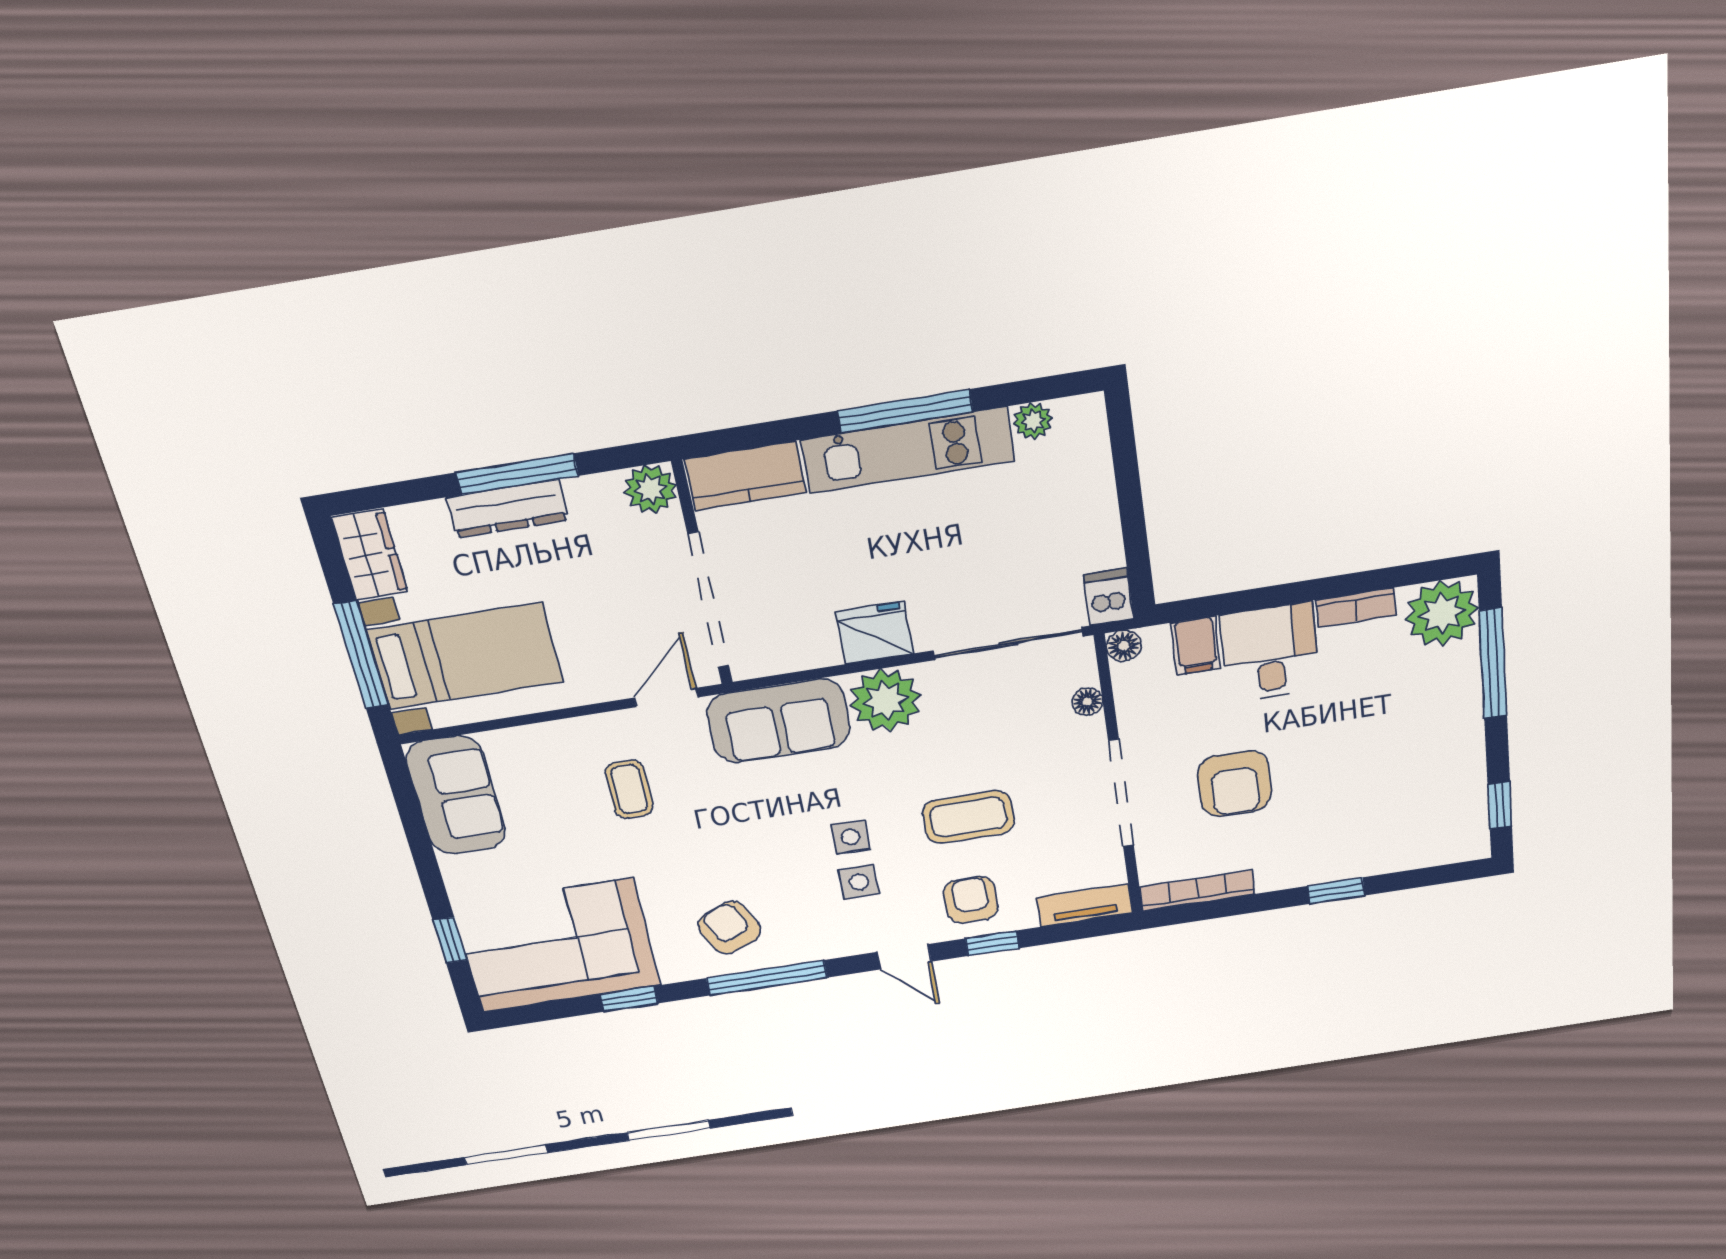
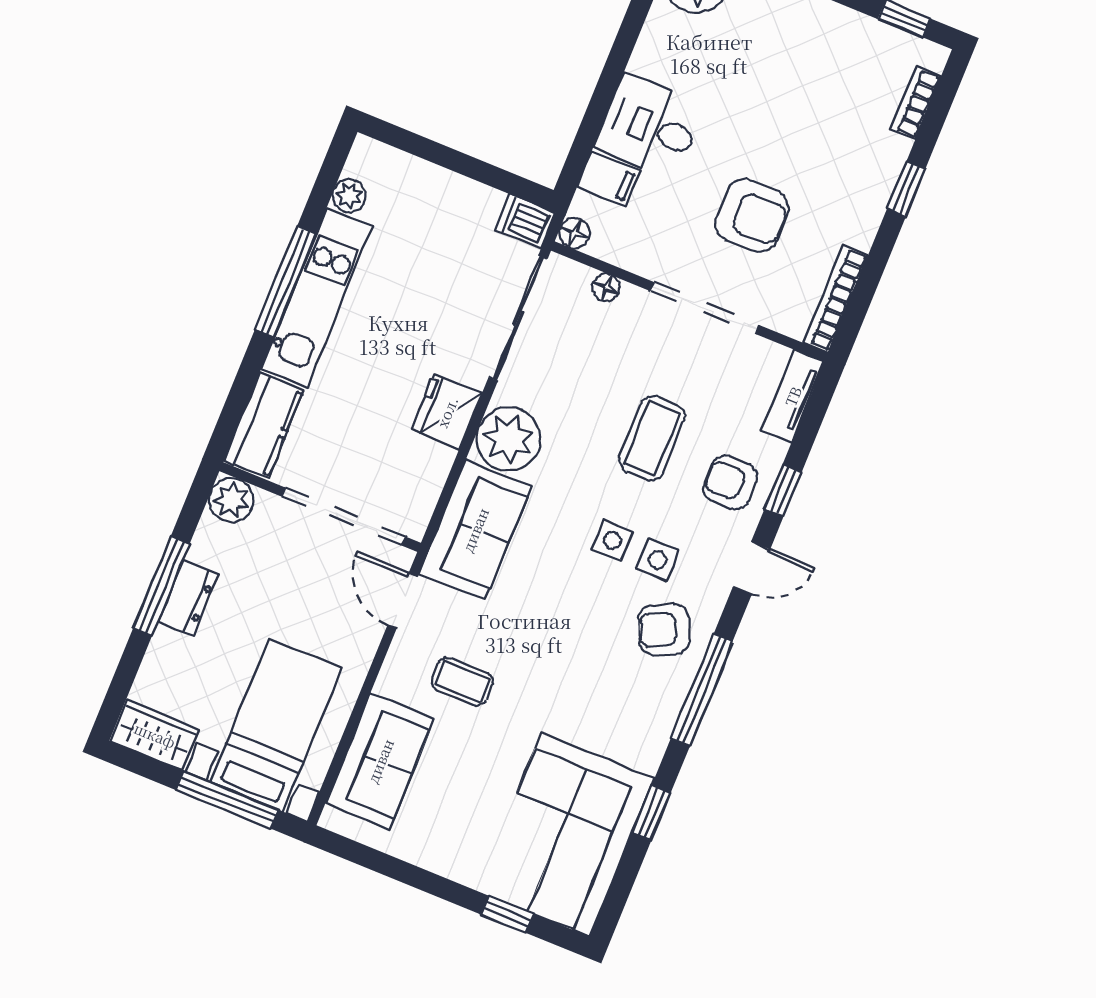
dresser: (508, 509) -> (188, 598), width x0.70
bookcase: (1356, 608) -> (916, 103), moved, turned 180
sofa: (456, 795) -> (380, 761), moved, turned 90
armchair: (729, 928) -> (664, 630), moved

